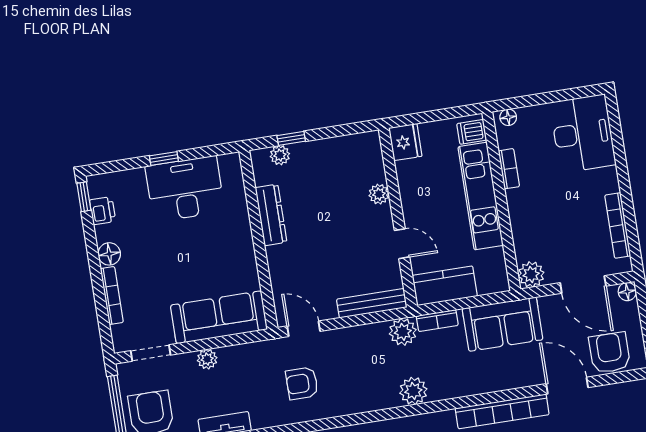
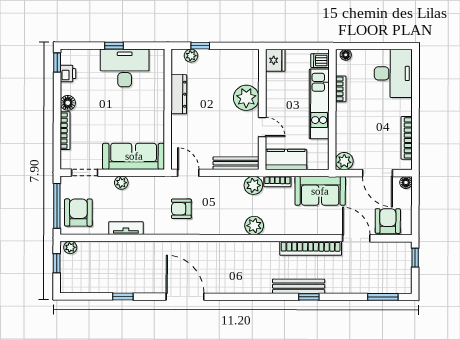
plant: (379, 194) -> (246, 98), width x1.88, depth x1.88

